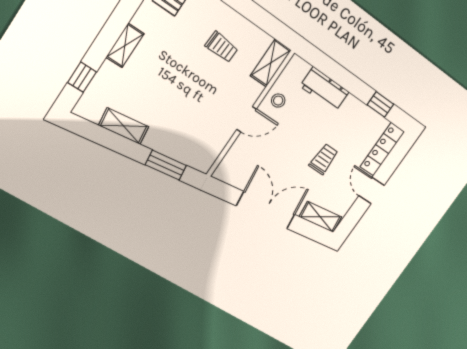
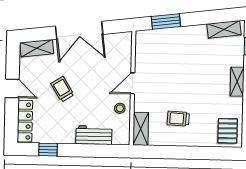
shelving: (124, 126) -> (224, 29), moved
trolley: (324, 159) -> (62, 89), turned 147

